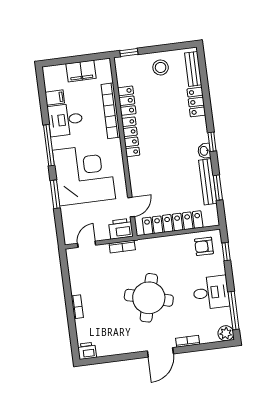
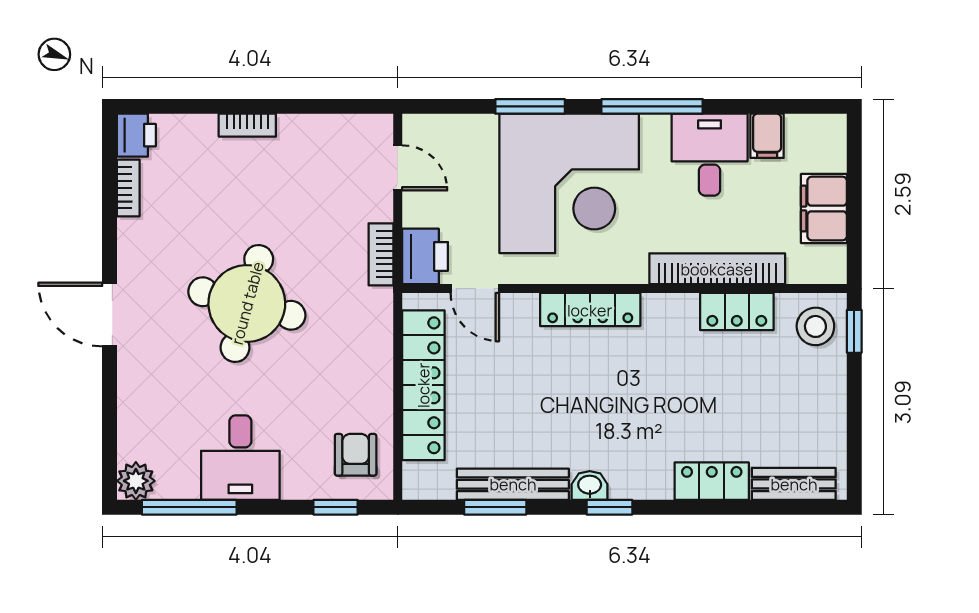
stool: (161, 67) -> (815, 326), moved
locker: (131, 137) -> (590, 310), moved
bookcase: (188, 341) -> (128, 188), moved

